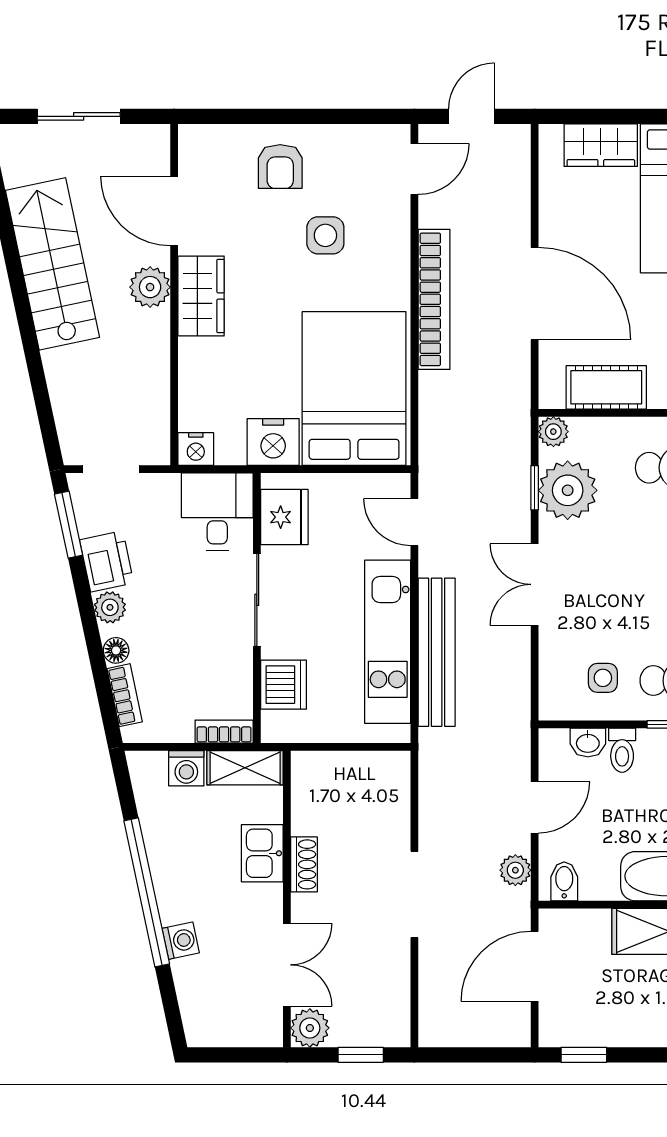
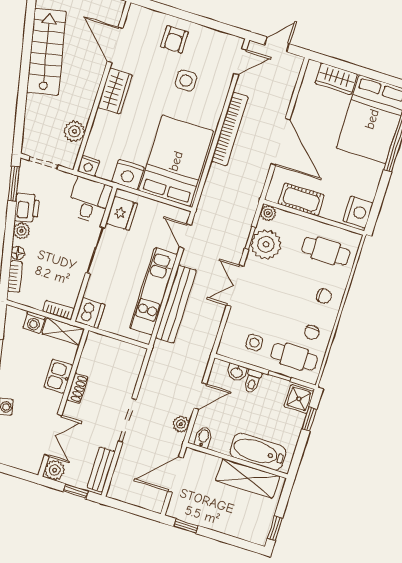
plant: (150, 287) -> (75, 131), moved
dishwasher: (283, 685) -> (90, 313), moved
bench: (395, 1000) -> (101, 469), added

